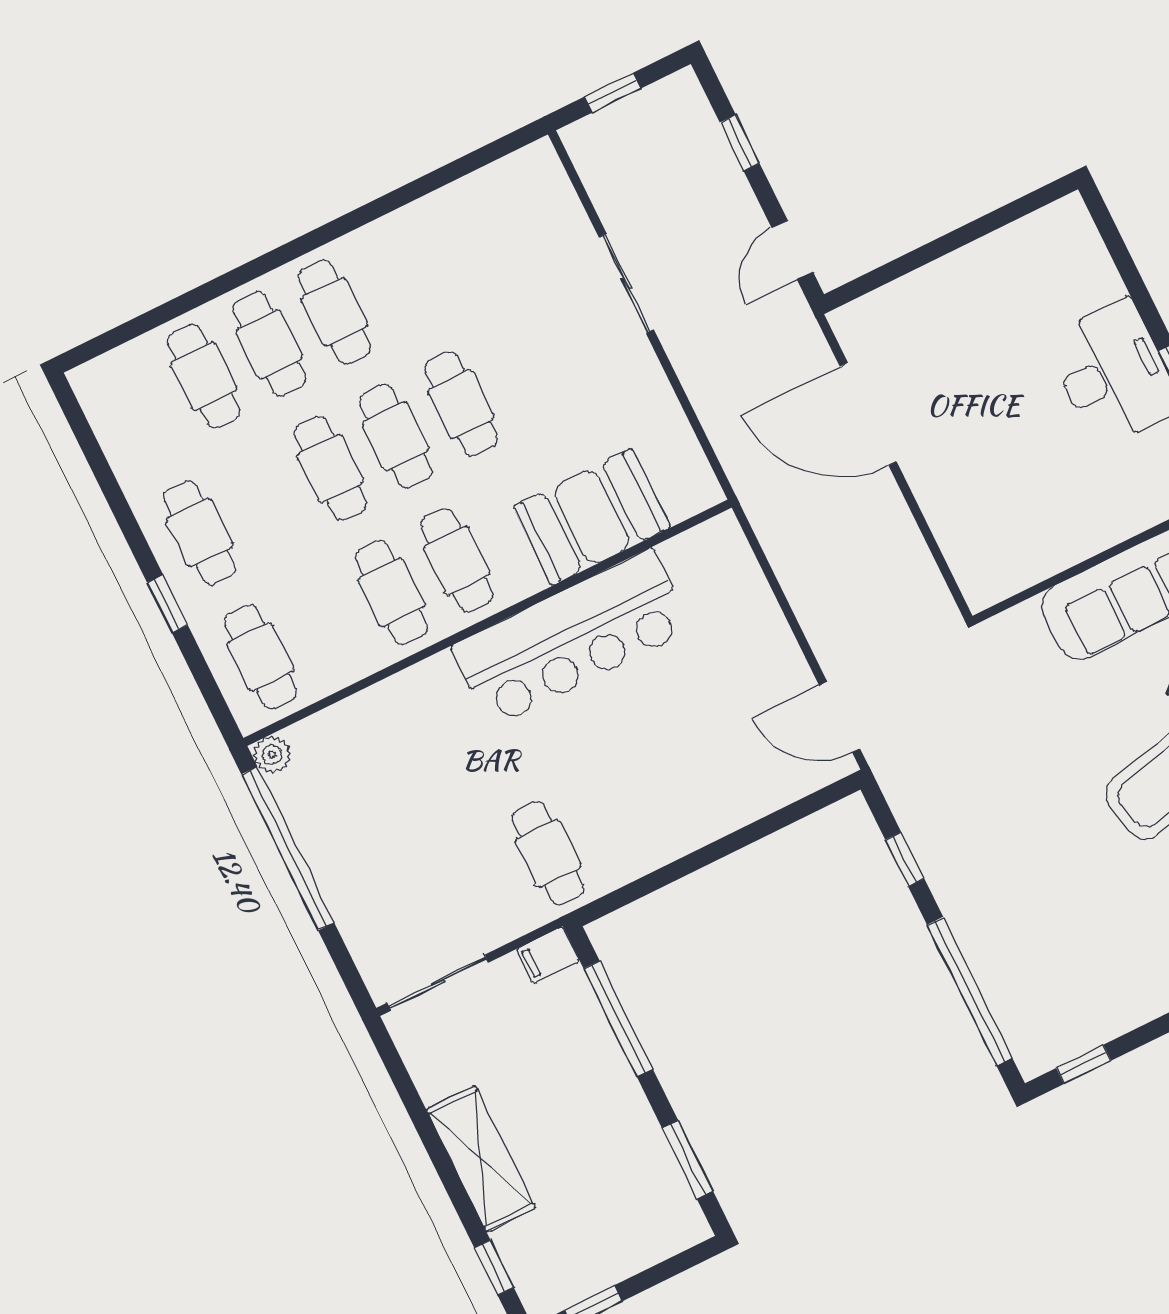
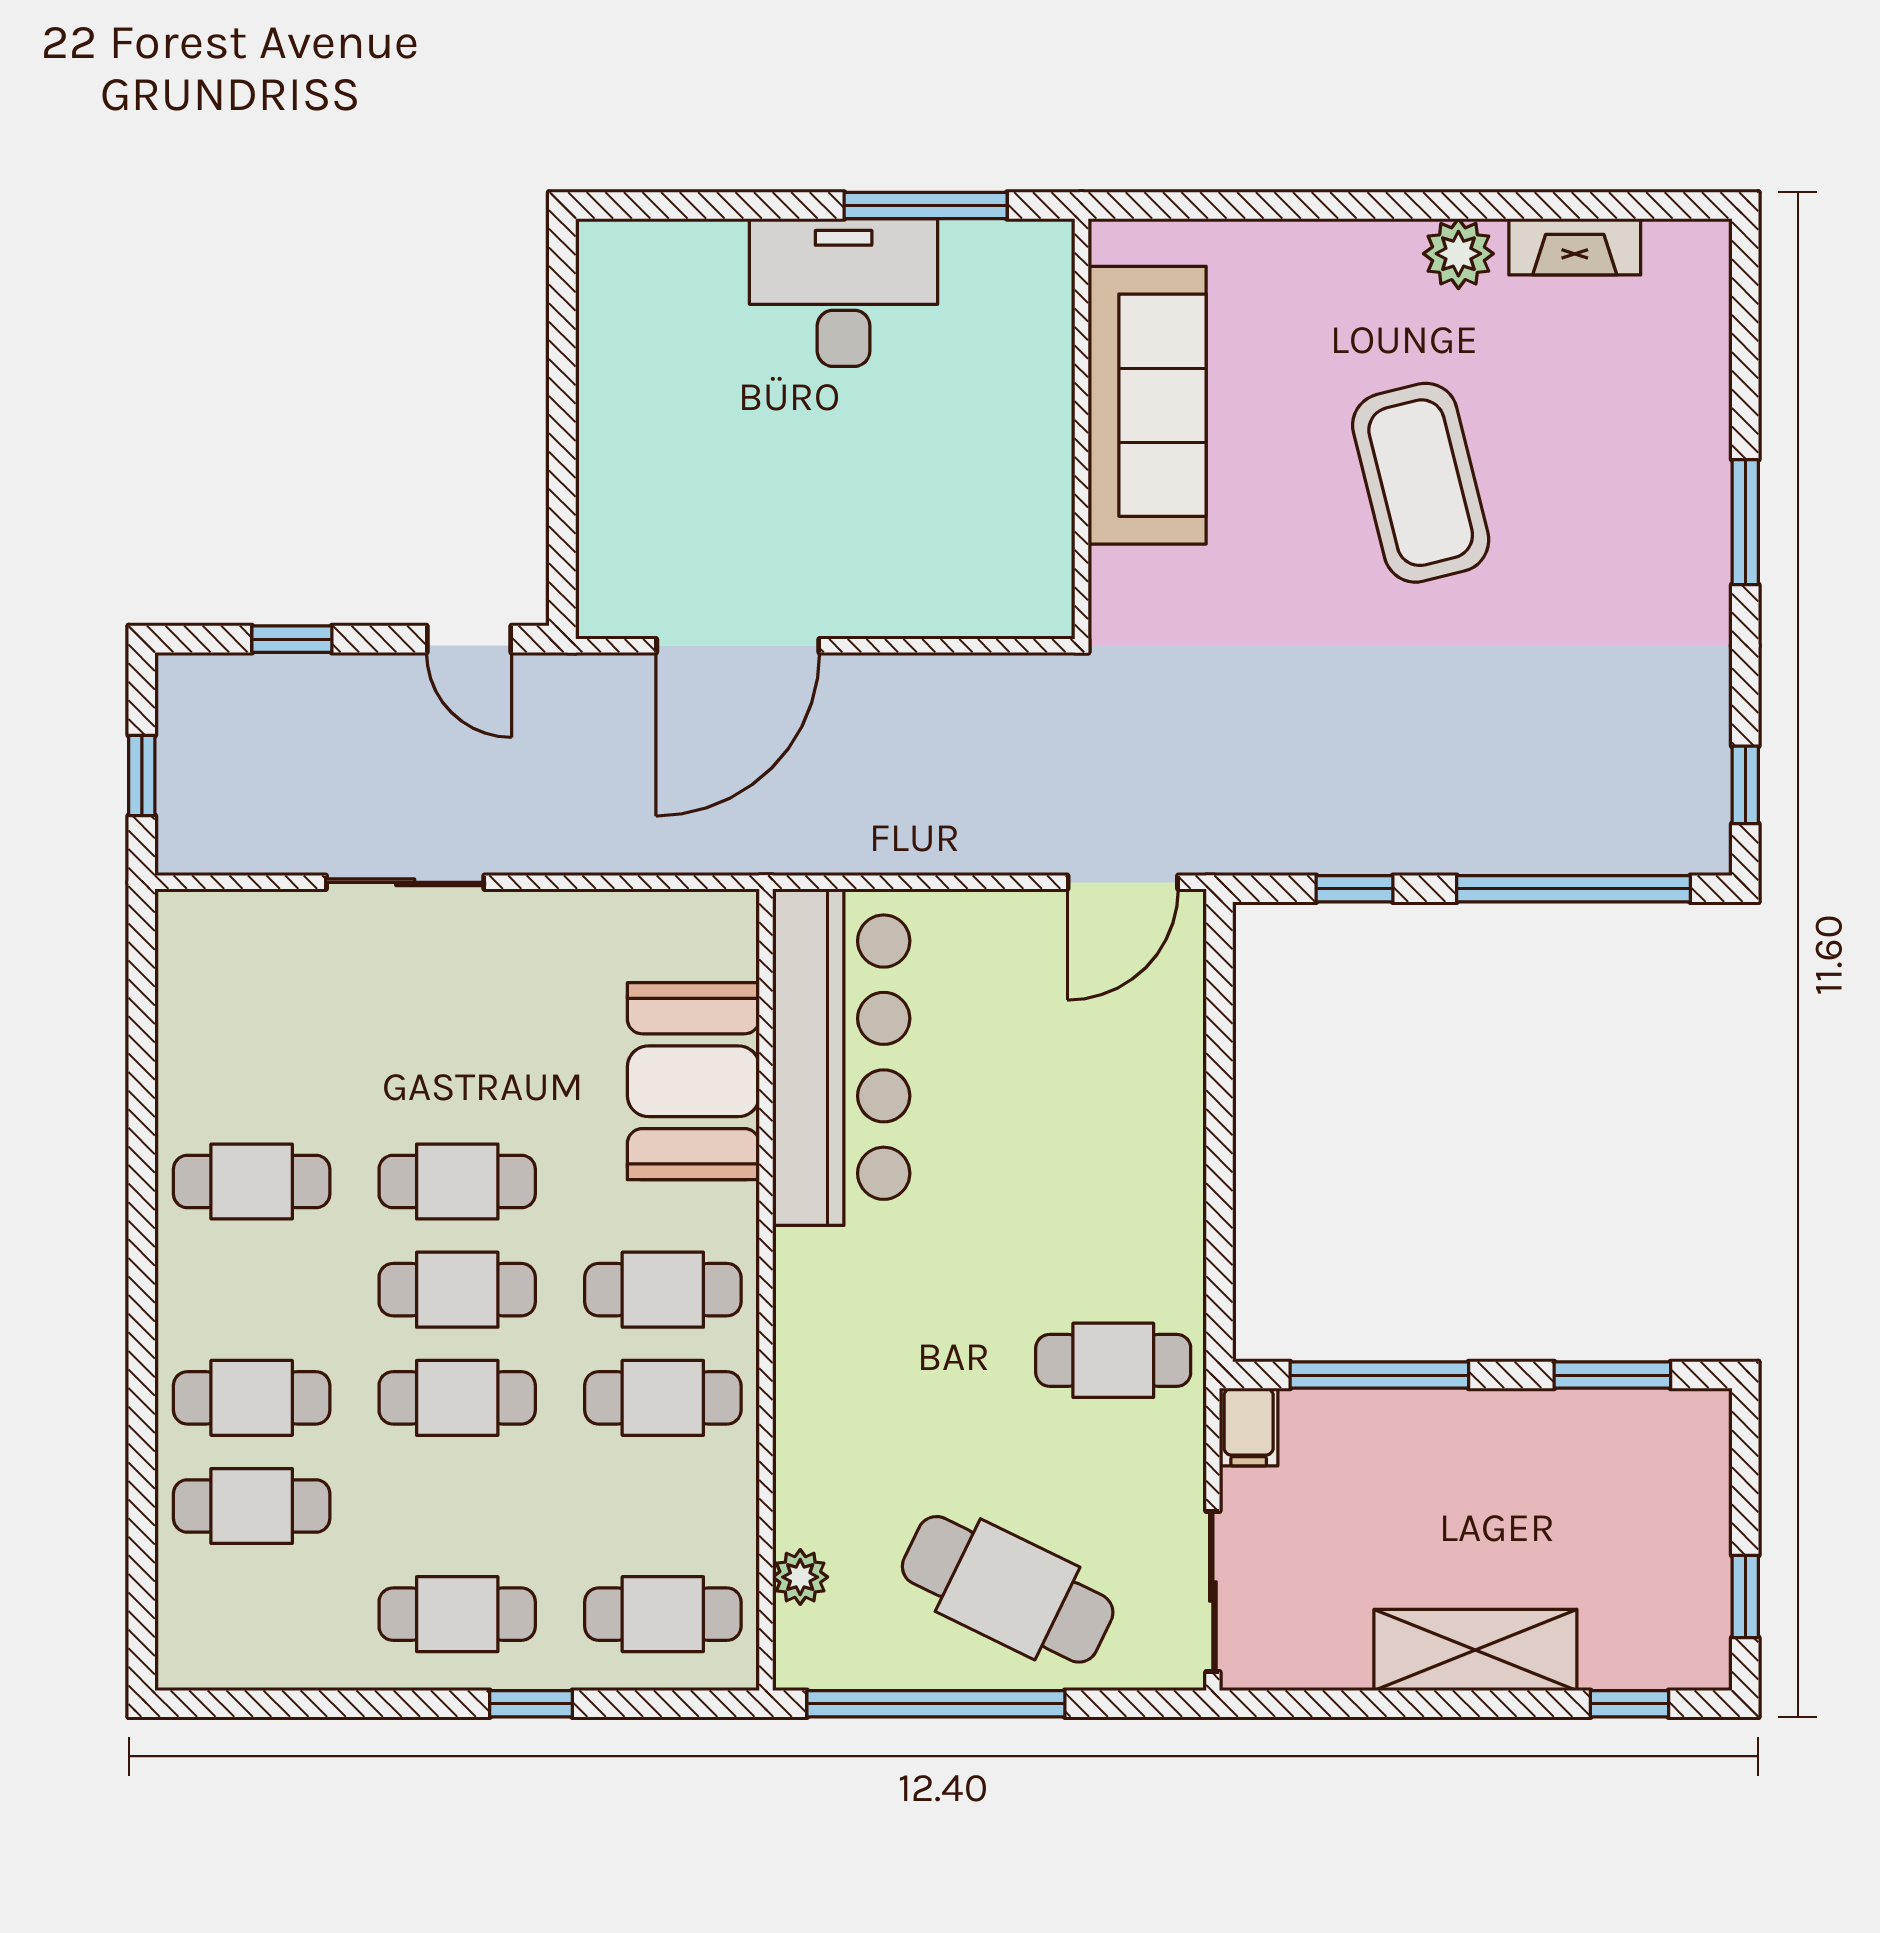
cafe table: (335, 312) -> (252, 1182), moved
bar counter: (571, 638) -> (841, 1057), moved
plant: (272, 754) -> (800, 1577), moved
cafe table: (378, 858) -> (1008, 1589), added

